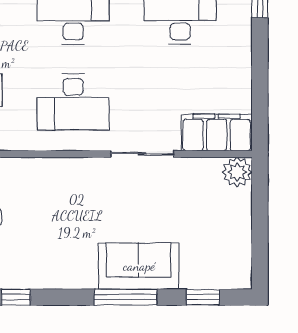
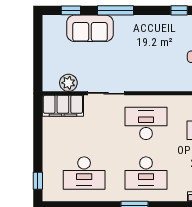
plant: (237, 172) -> (68, 83), moved
sofa: (139, 266) -> (90, 28), moved

